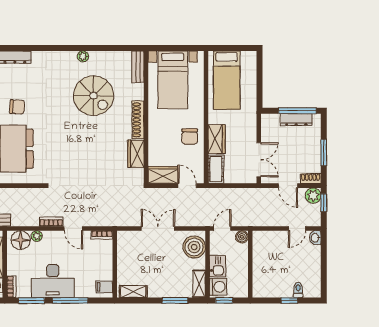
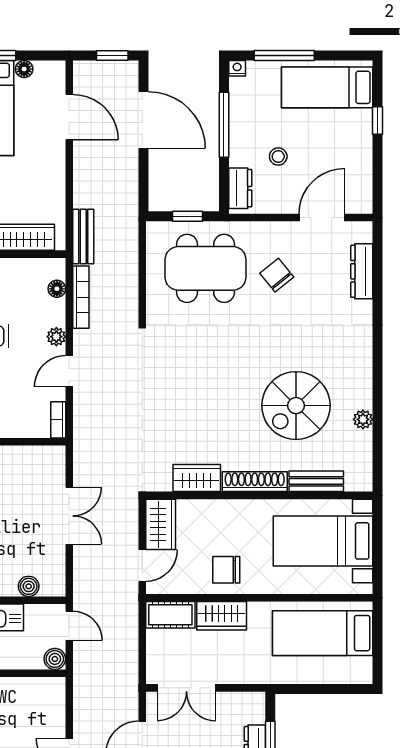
plant: (83, 56) -> (363, 419), moved
bench: (138, 67) -> (316, 481), moved
chair: (17, 107) -> (277, 275), turned 137
bookcase: (51, 222) -> (81, 297), moved, width x1.56
plant: (37, 236) -> (56, 337), moved
floor lamp: (21, 240) -> (57, 289), width x0.53, depth x0.53
boiler: (194, 247) -> (29, 586), width x0.54, depth x0.54

